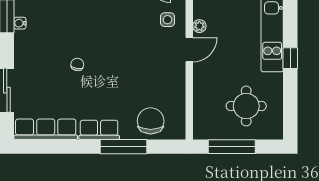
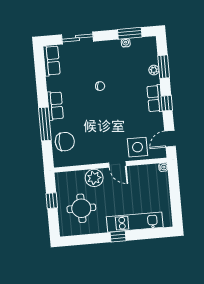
side table: (168, 20) -> (137, 147), width x1.87, depth x1.87
plant: (199, 26) -> (94, 178), moved, width x1.88, depth x1.88
row of seats: (46, 129) -> (52, 61), width x0.68
window: (232, 147) -> (52, 201), width x0.46

